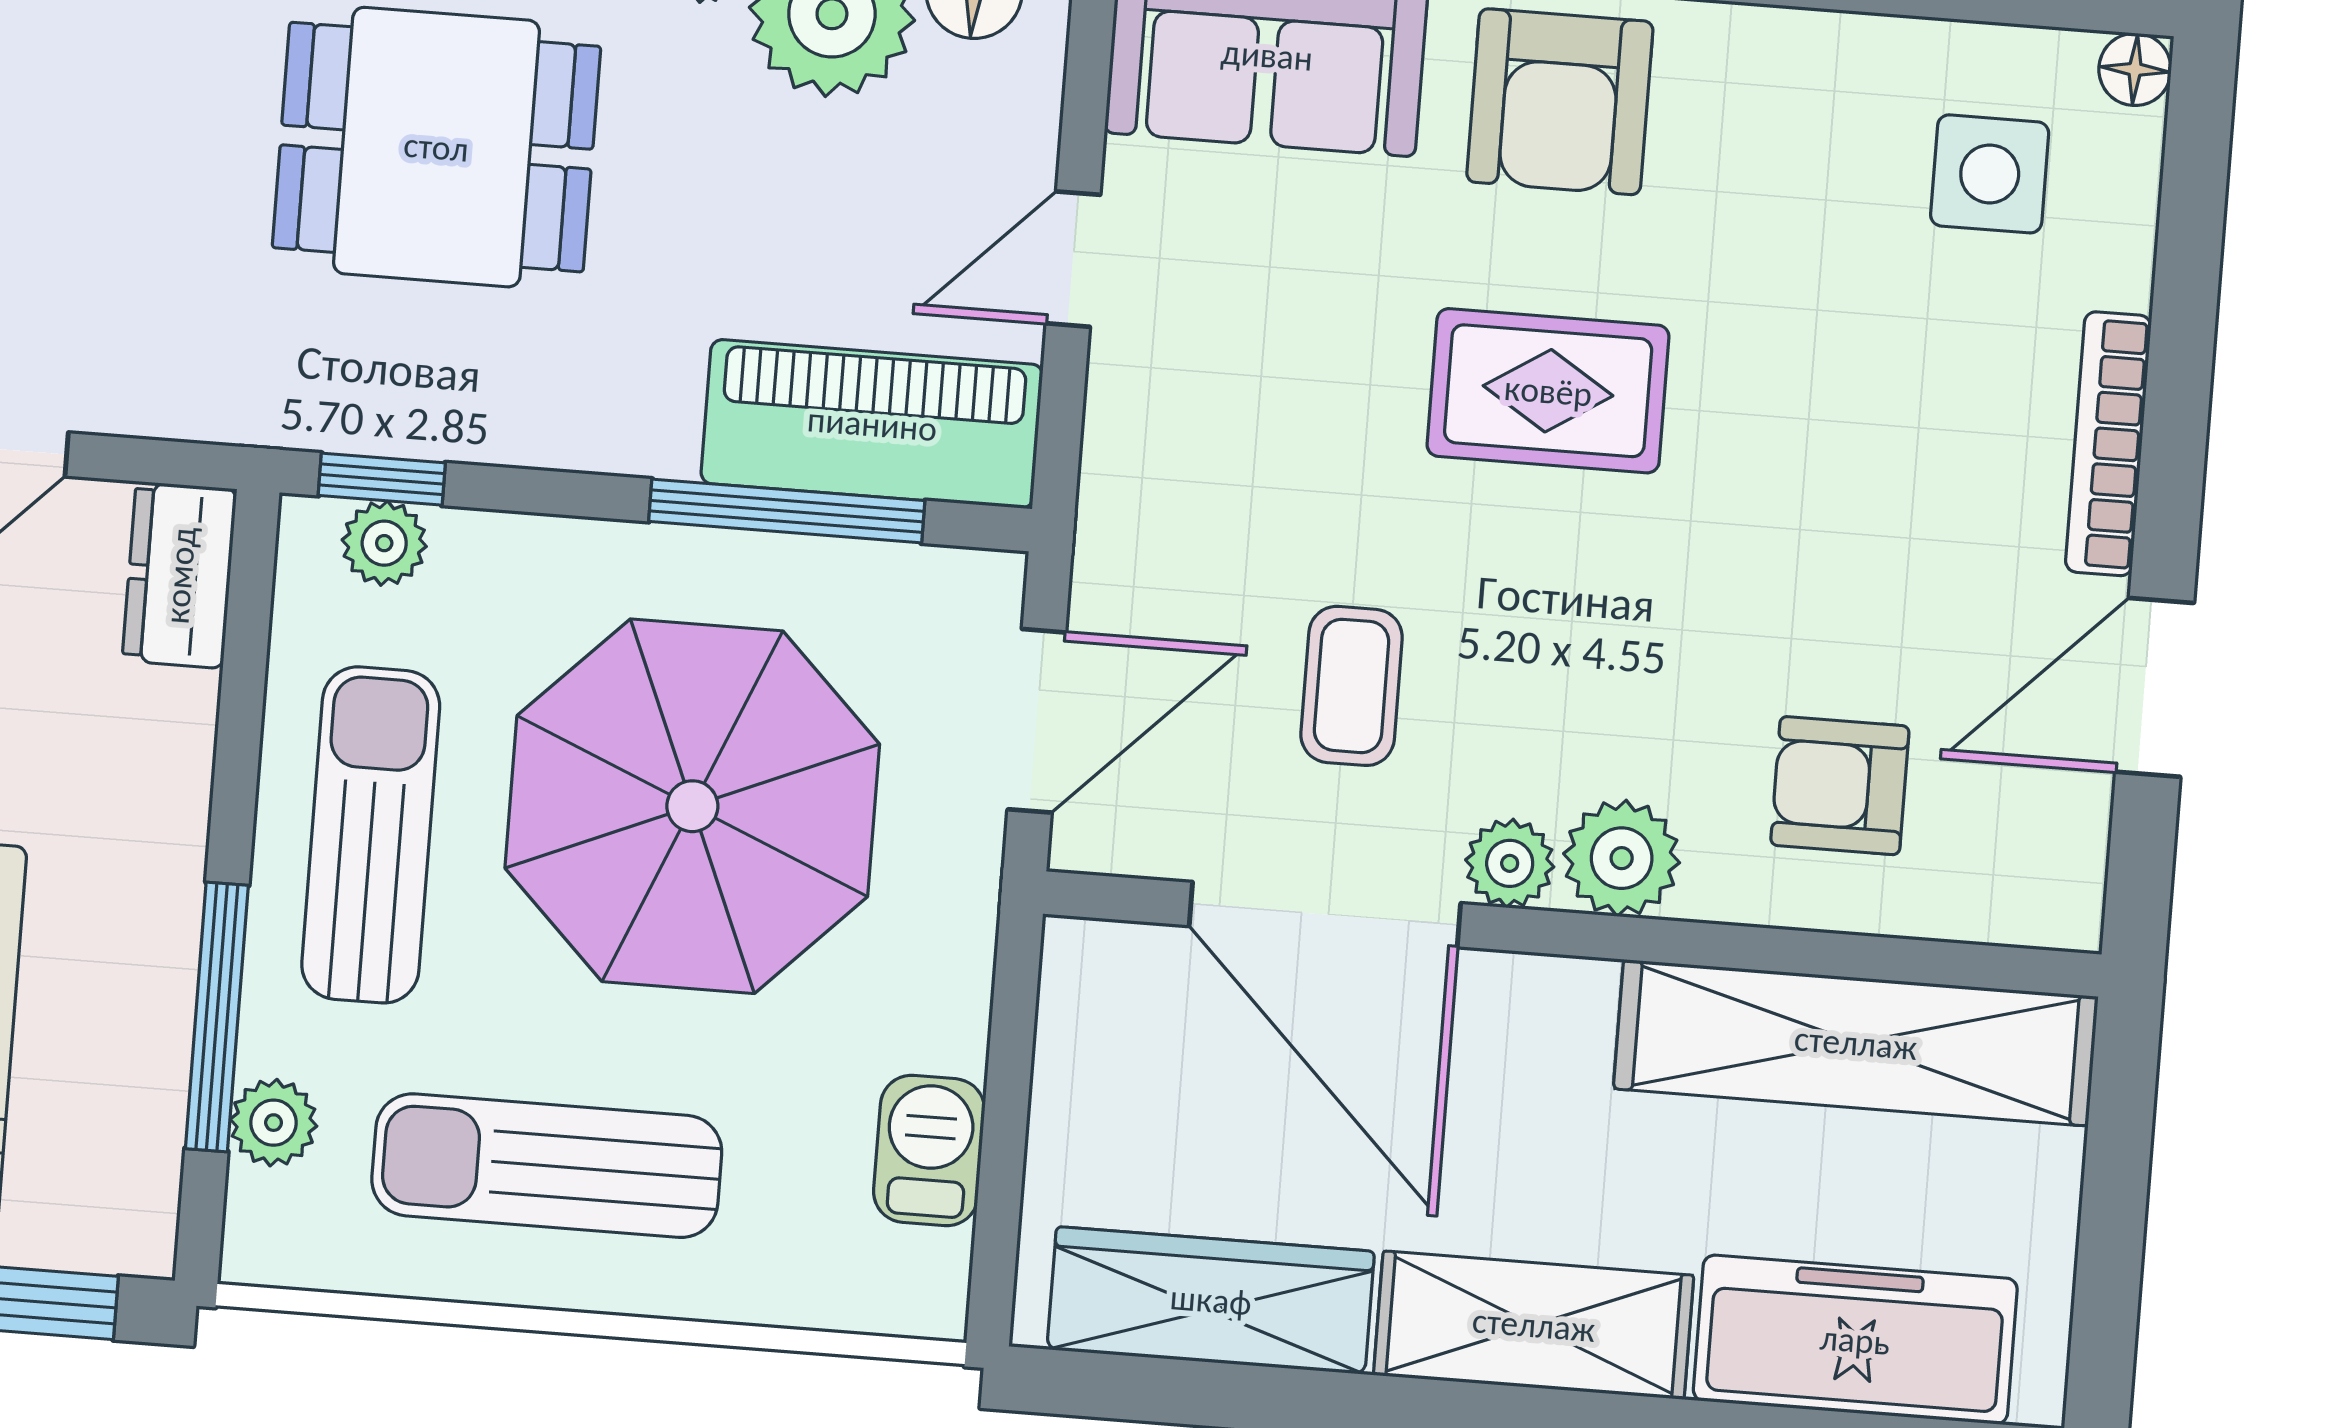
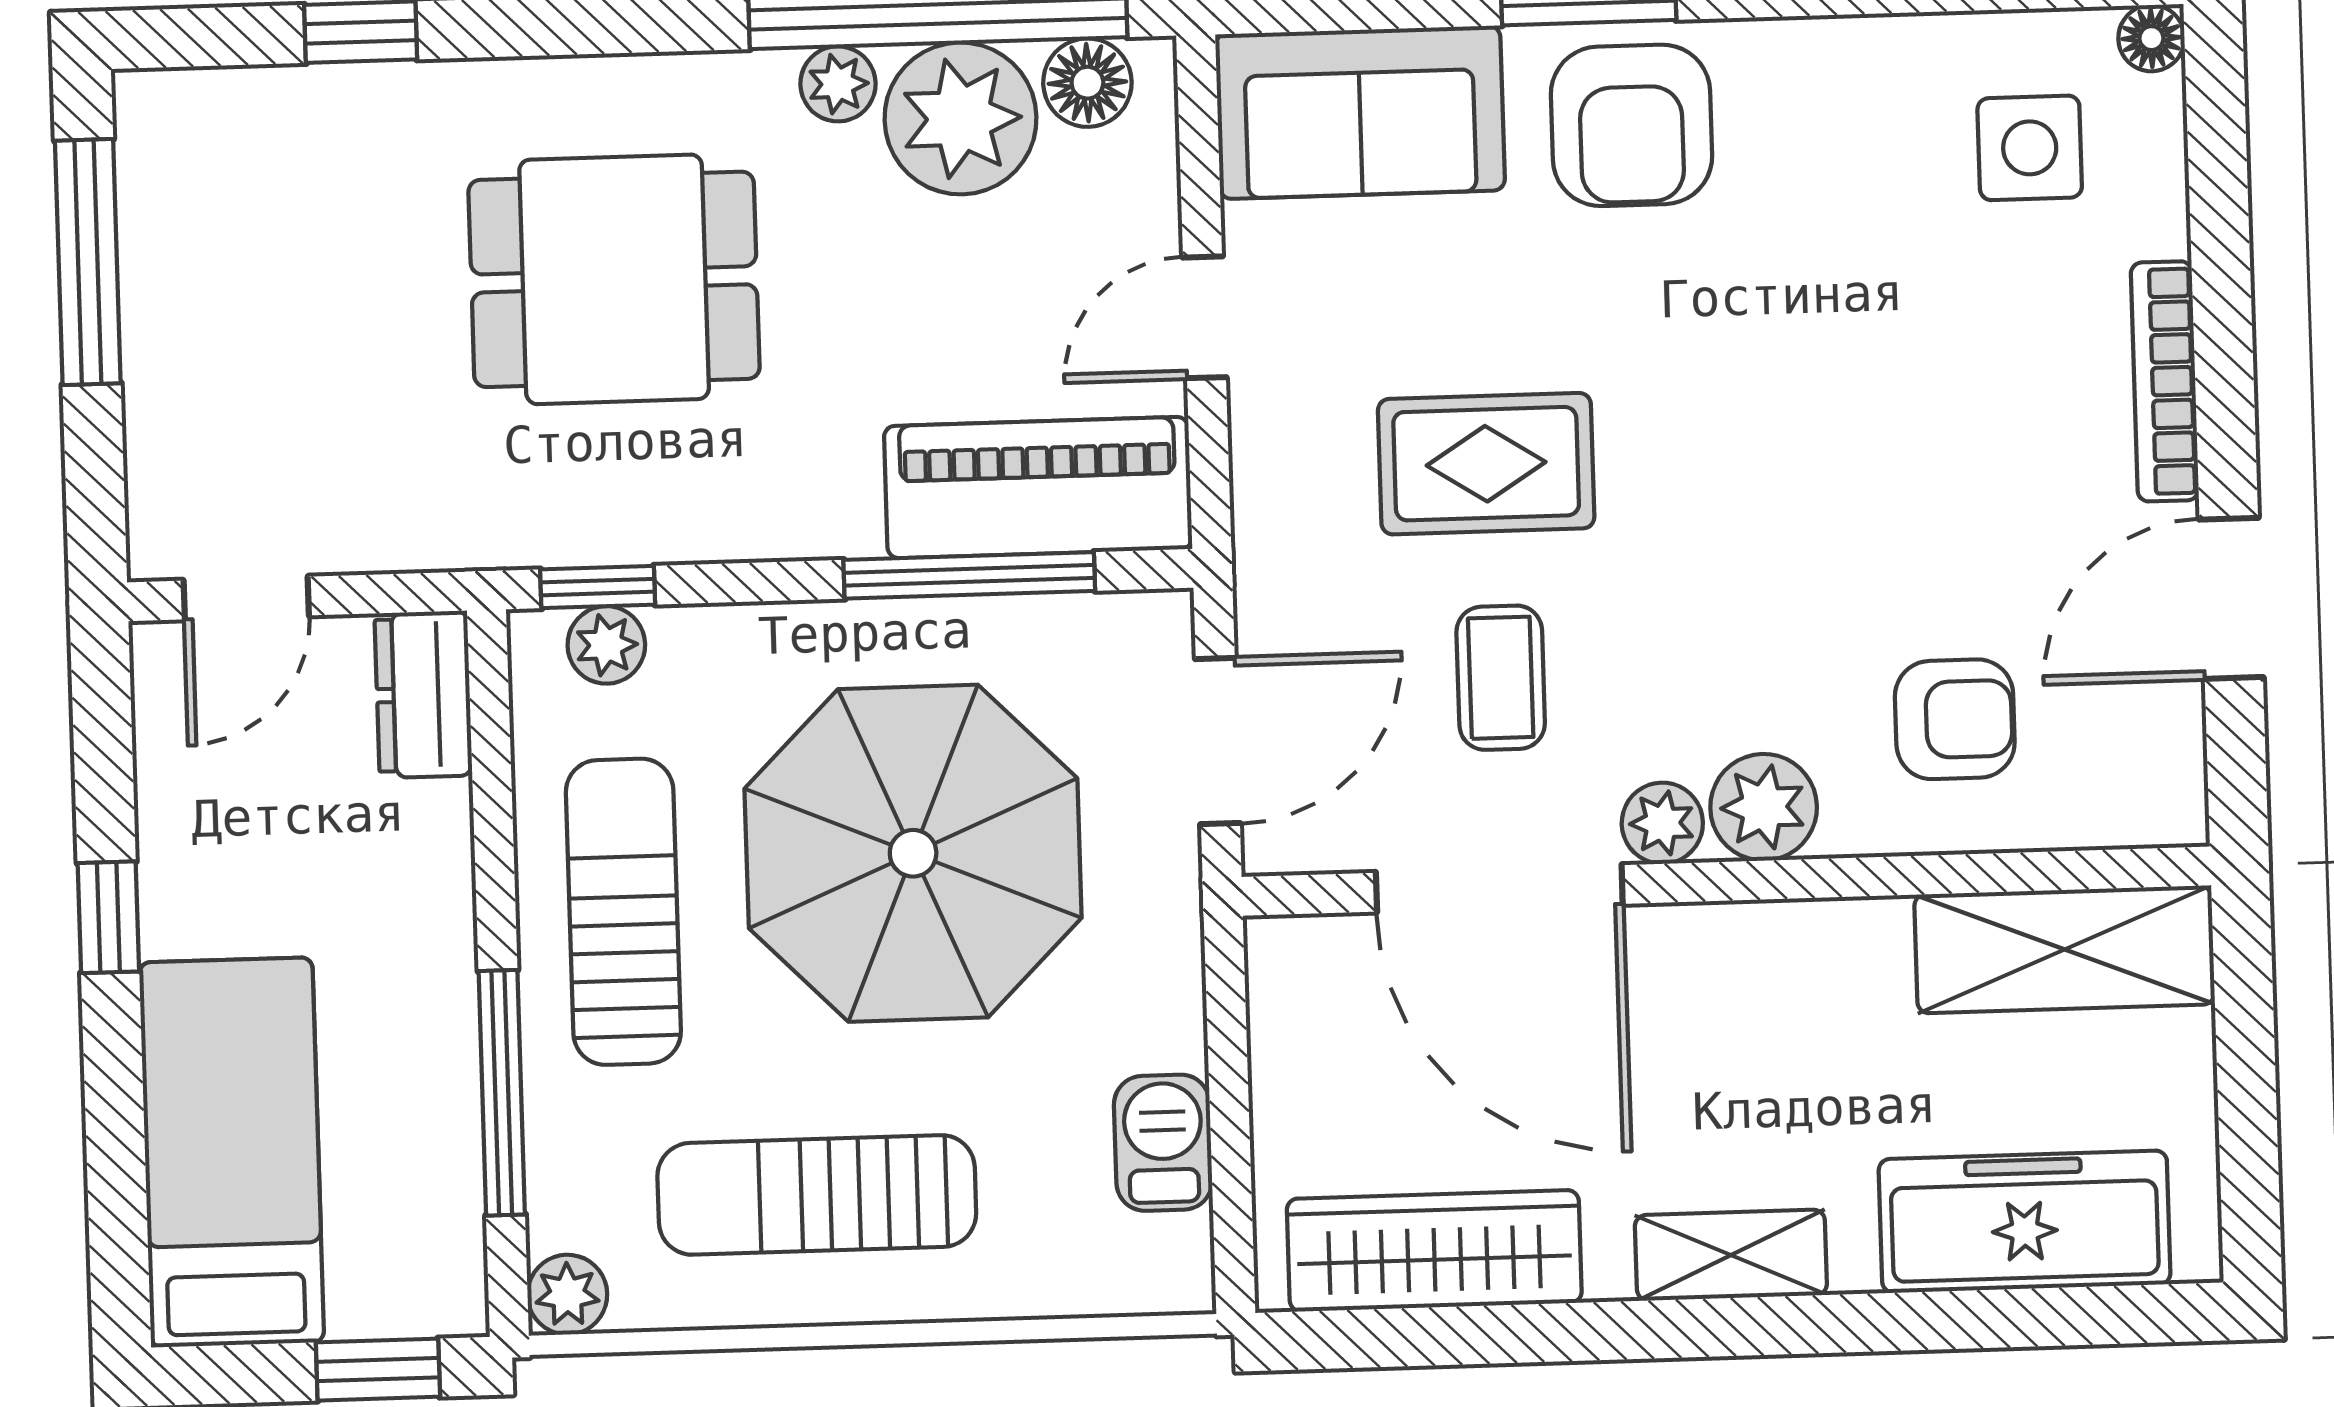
rug: (1548, 391) -> (1486, 464), moved
armchair: (1840, 786) -> (1955, 719), turned 180
shelving: (1856, 1043) -> (2065, 949), width x0.68
plant: (274, 1123) -> (567, 1295), moved
shelving: (1534, 1325) -> (1731, 1255), width x0.67, depth x0.75

